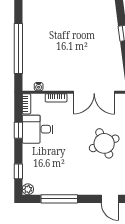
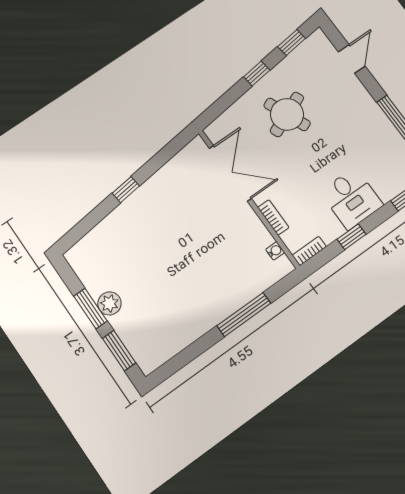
window: (18, 48) -> (244, 314), width x0.68
desk: (38, 129) -> (352, 198), moved

